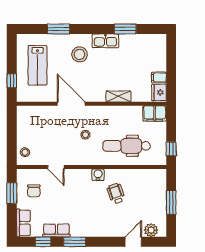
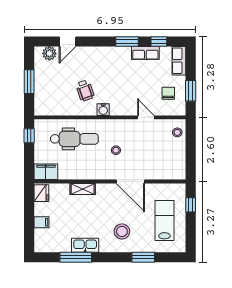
window: (125, 29) -> (76, 257), width x1.44
kitchen sink: (105, 41) -> (85, 245), moved
filing cabinet: (159, 78) -> (41, 222), moved

